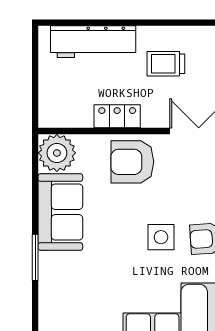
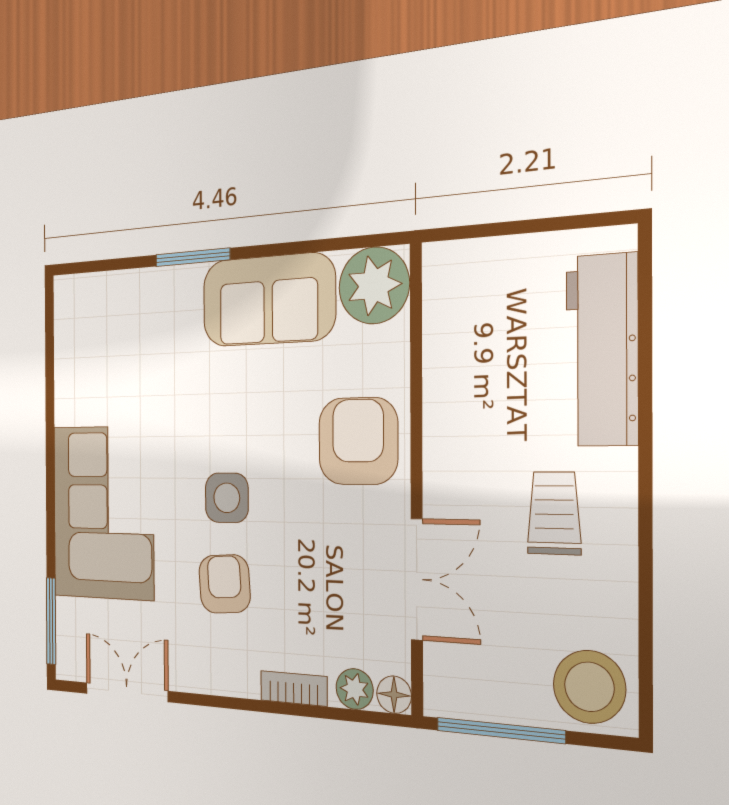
locker: (117, 116) -> (445, 408), removed

